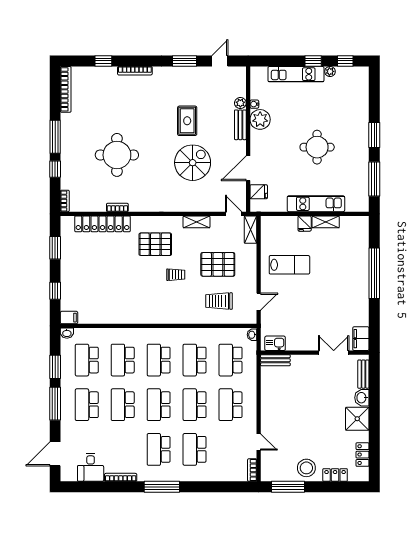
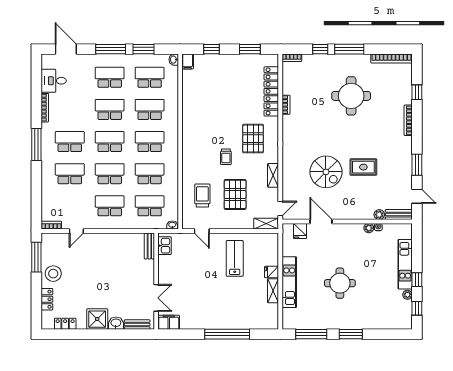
plant: (260, 119) -> (369, 228), width x0.53, depth x0.53
bench: (240, 125) -> (399, 215), moved
round table: (117, 155) -> (351, 96), moved
lab bench: (289, 265) -> (235, 258), turned 180

